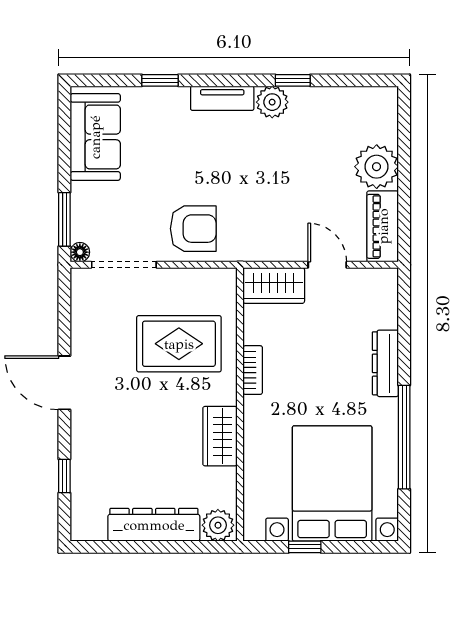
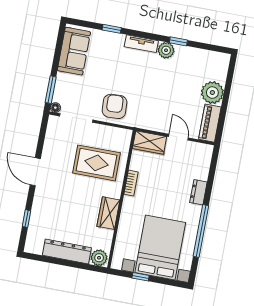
armchair: (193, 229) -> (115, 106), turned -93
dresser: (385, 363) -> (198, 192), width x0.70

